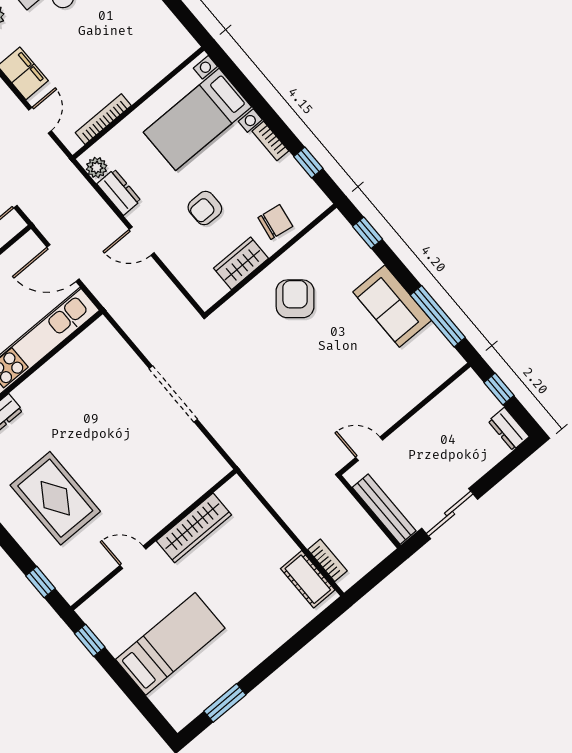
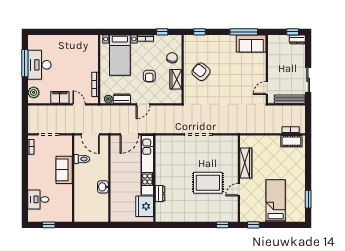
sofa: (392, 306) -> (251, 43), moved
window: (499, 389) -> (293, 32), moved
rug: (55, 498) -> (208, 183), moved

